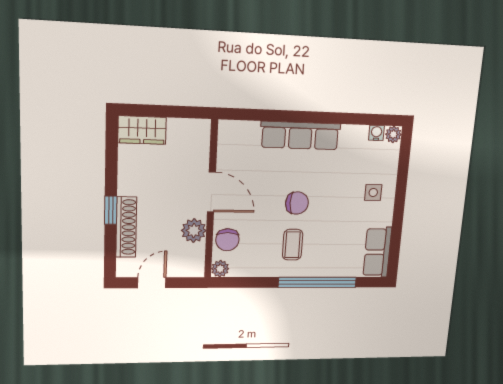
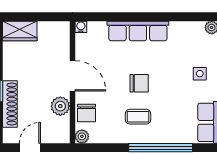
water cooler: (376, 133) -> (81, 27), moved
coffee table: (293, 245) -> (138, 117), turned 90

